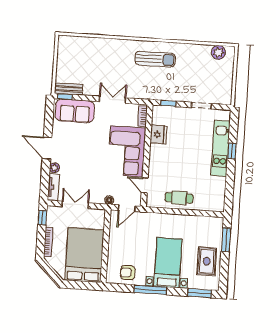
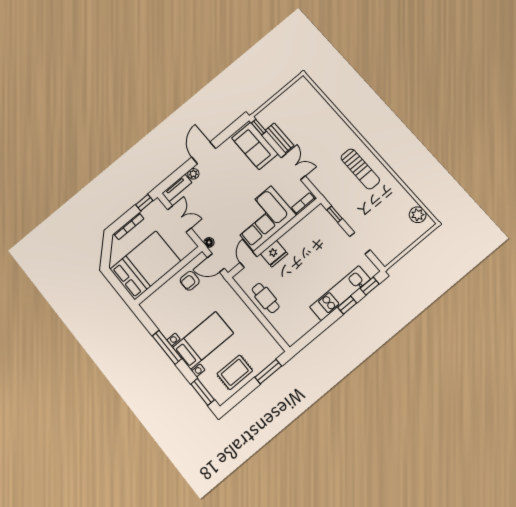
bench: (69, 89) -> (280, 138), moved
window: (234, 126) -> (370, 286), added
fridge: (158, 134) -> (274, 254), moved
armchair: (128, 273) -> (190, 281), moved, turned -90

